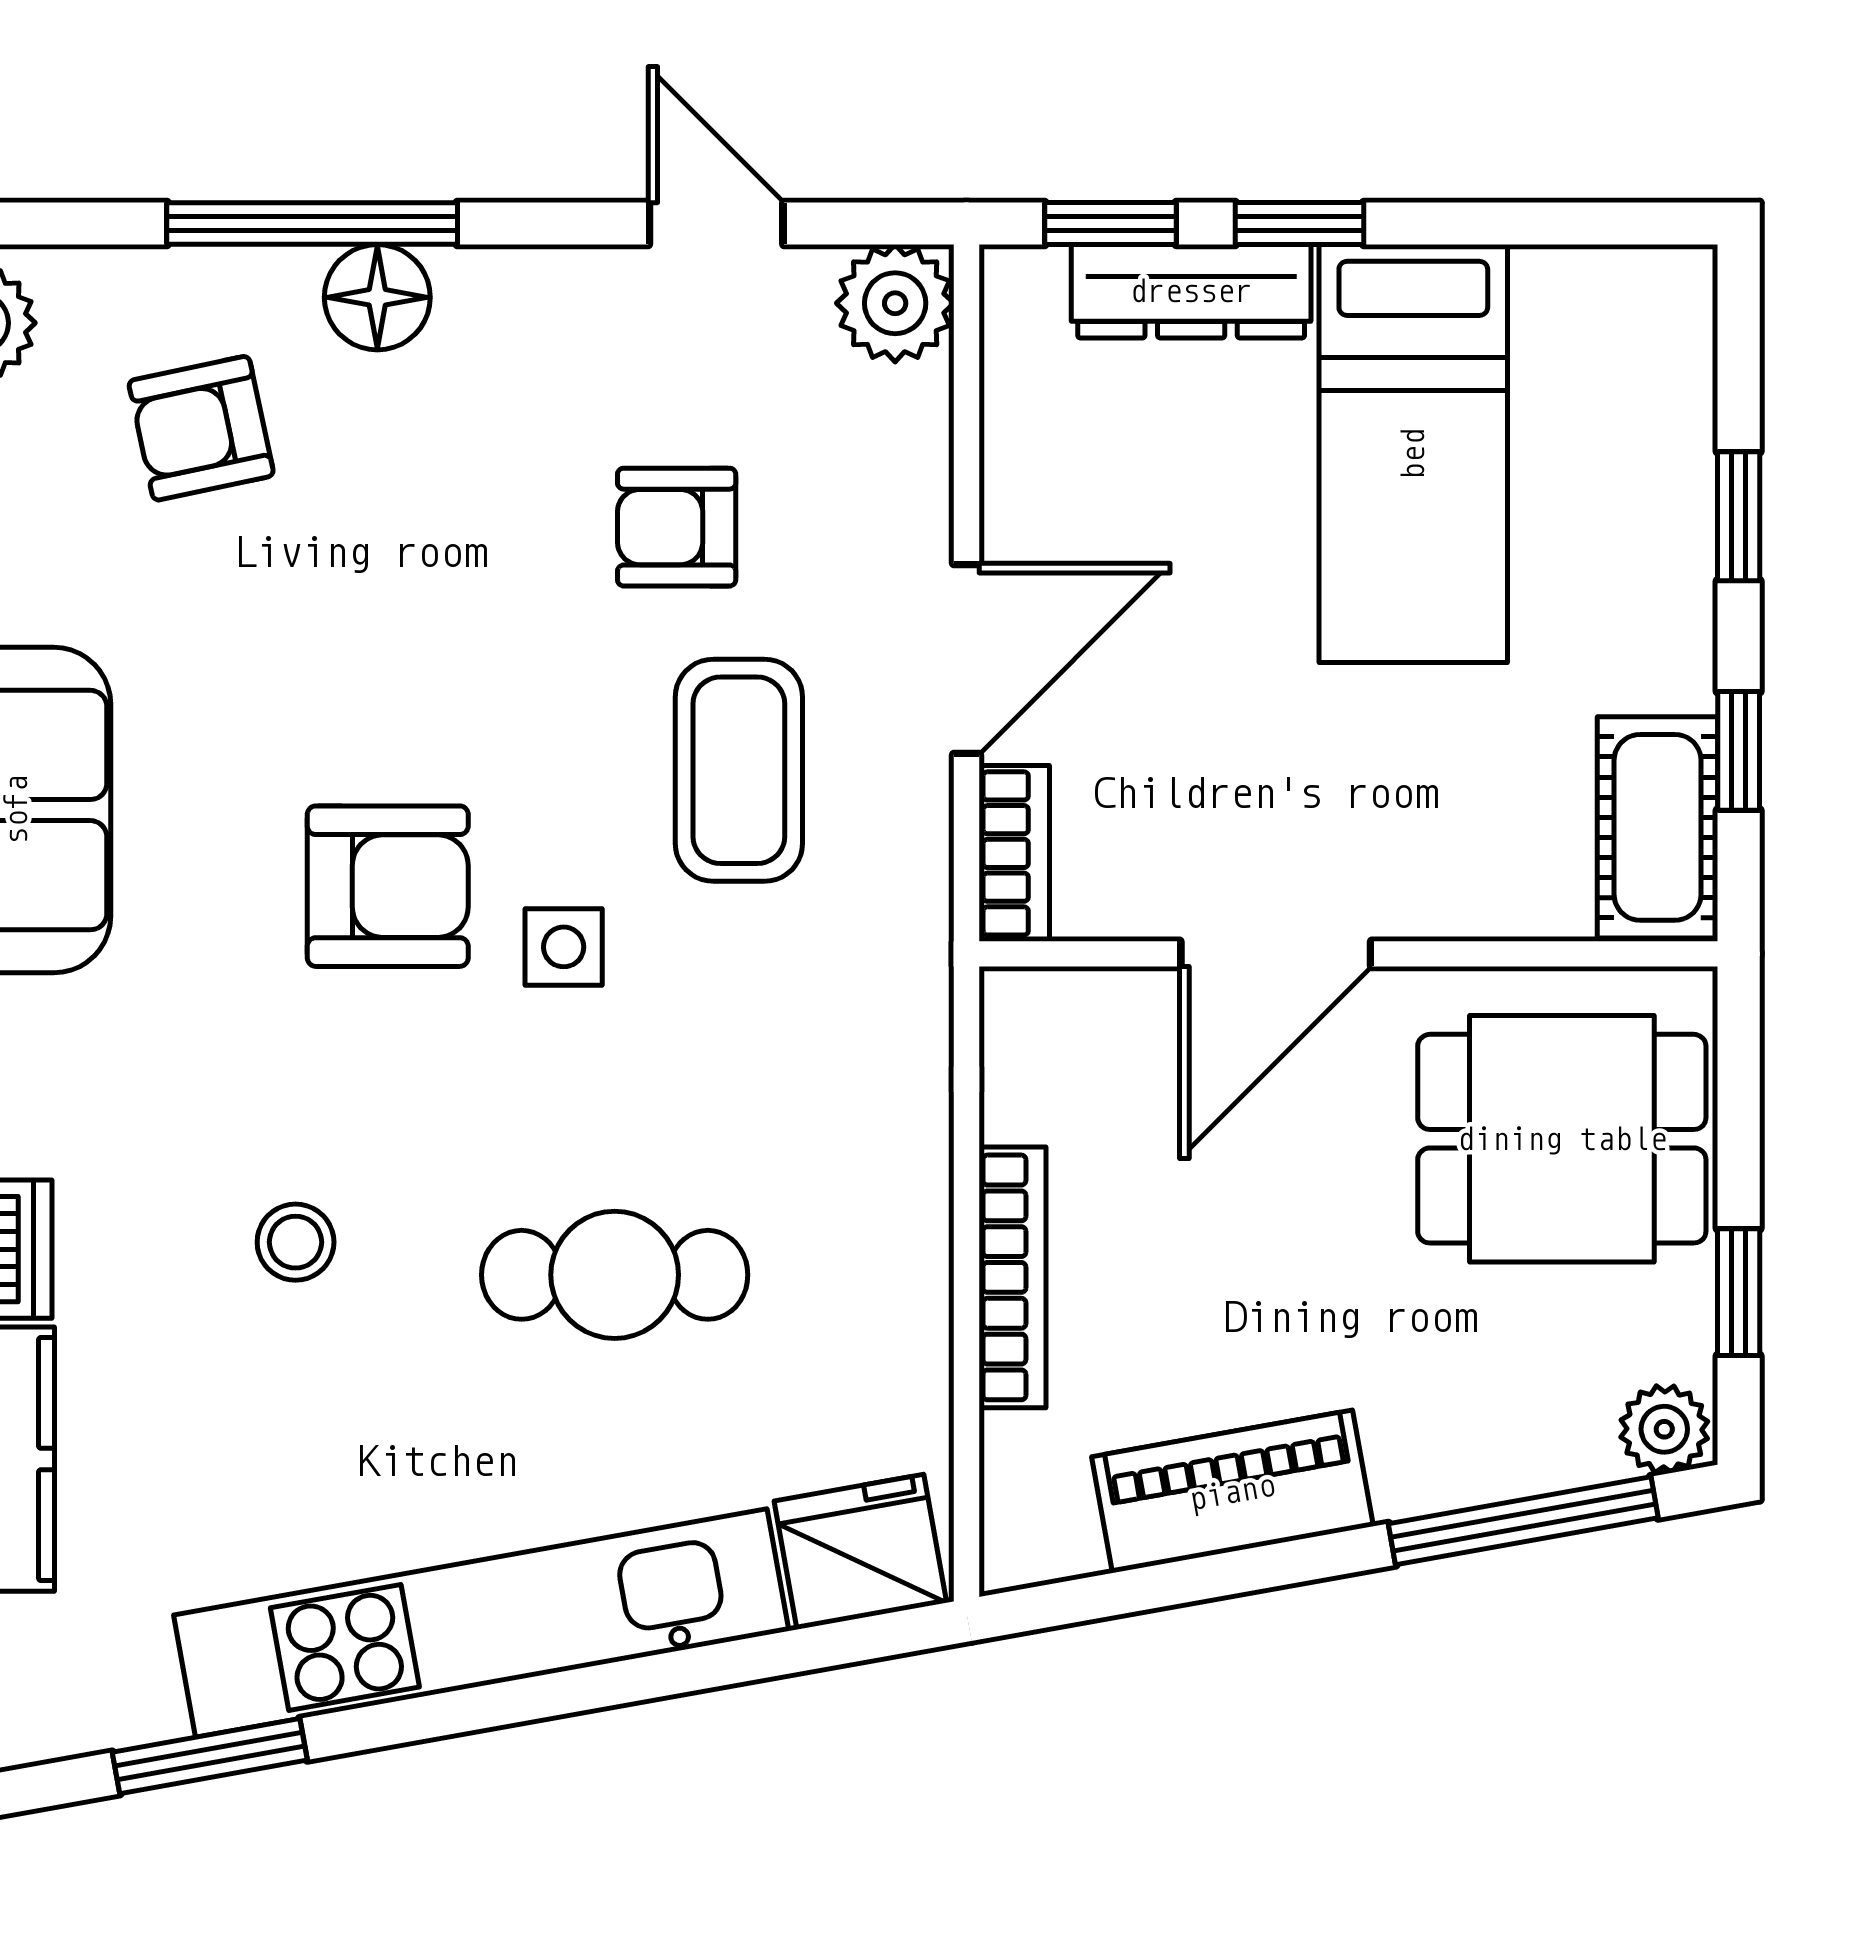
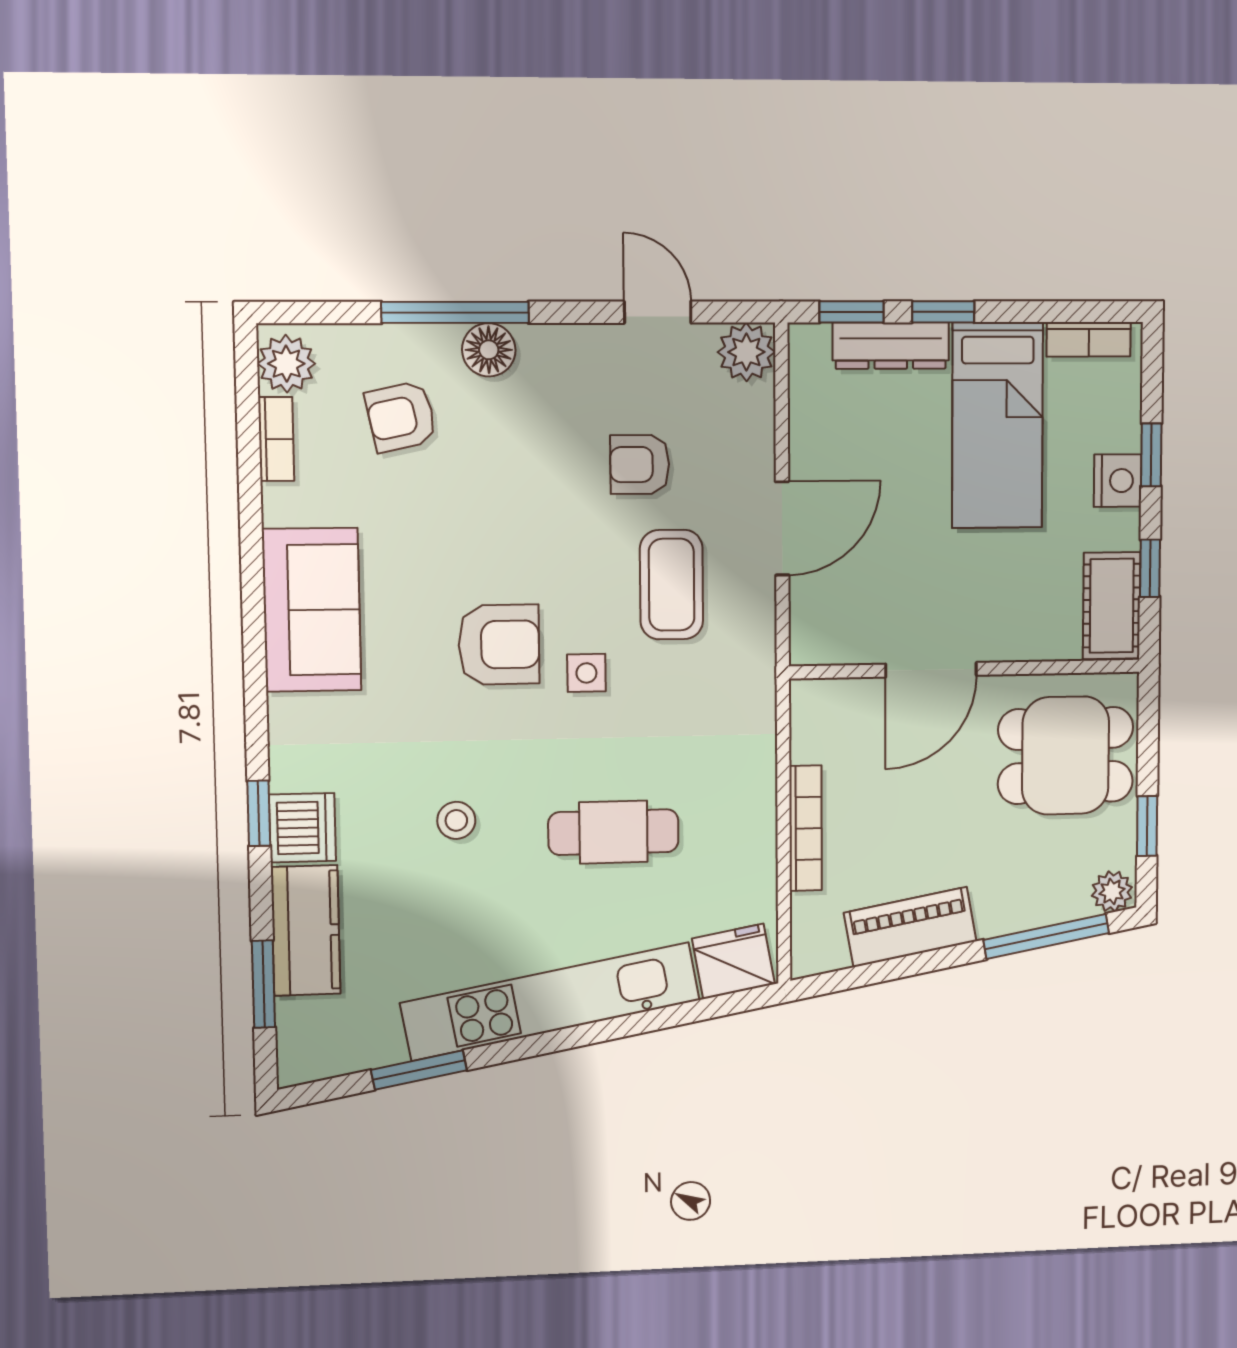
nightstand: (1668, 569) -> (1118, 481), added
bookcase: (1014, 853) -> (1089, 339), moved, turned 90

